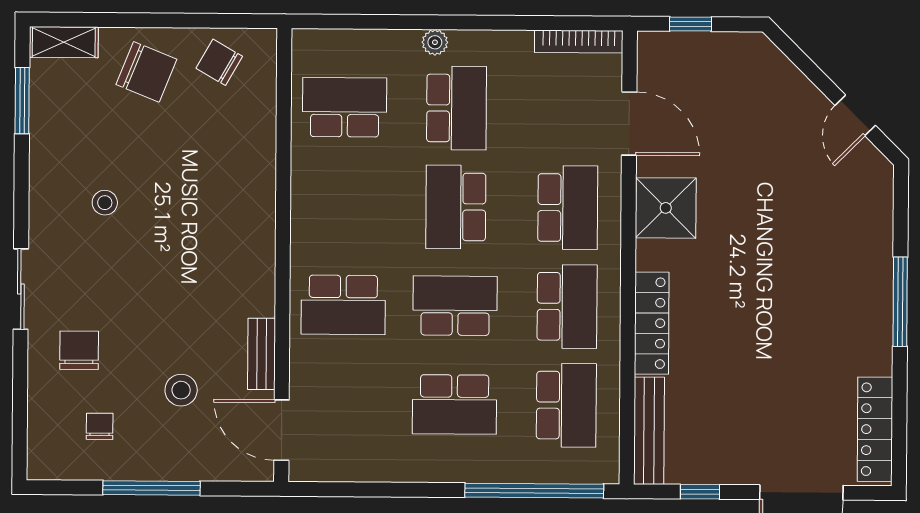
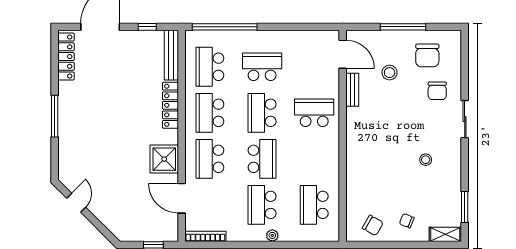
chair: (146, 72) -> (407, 221), width x0.54, depth x0.54
school desk: (345, 107) -> (314, 205), turned 90
school desk: (455, 306) -> (262, 113), turned 90
chair: (100, 426) -> (427, 55), width x1.87, depth x1.87

